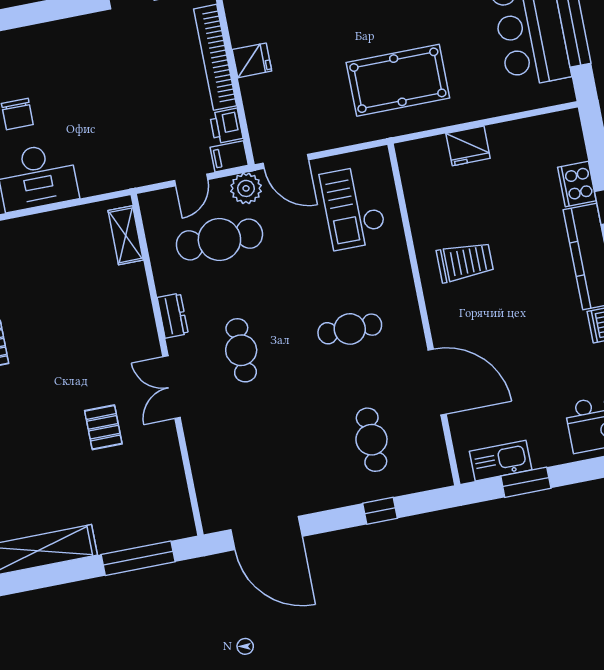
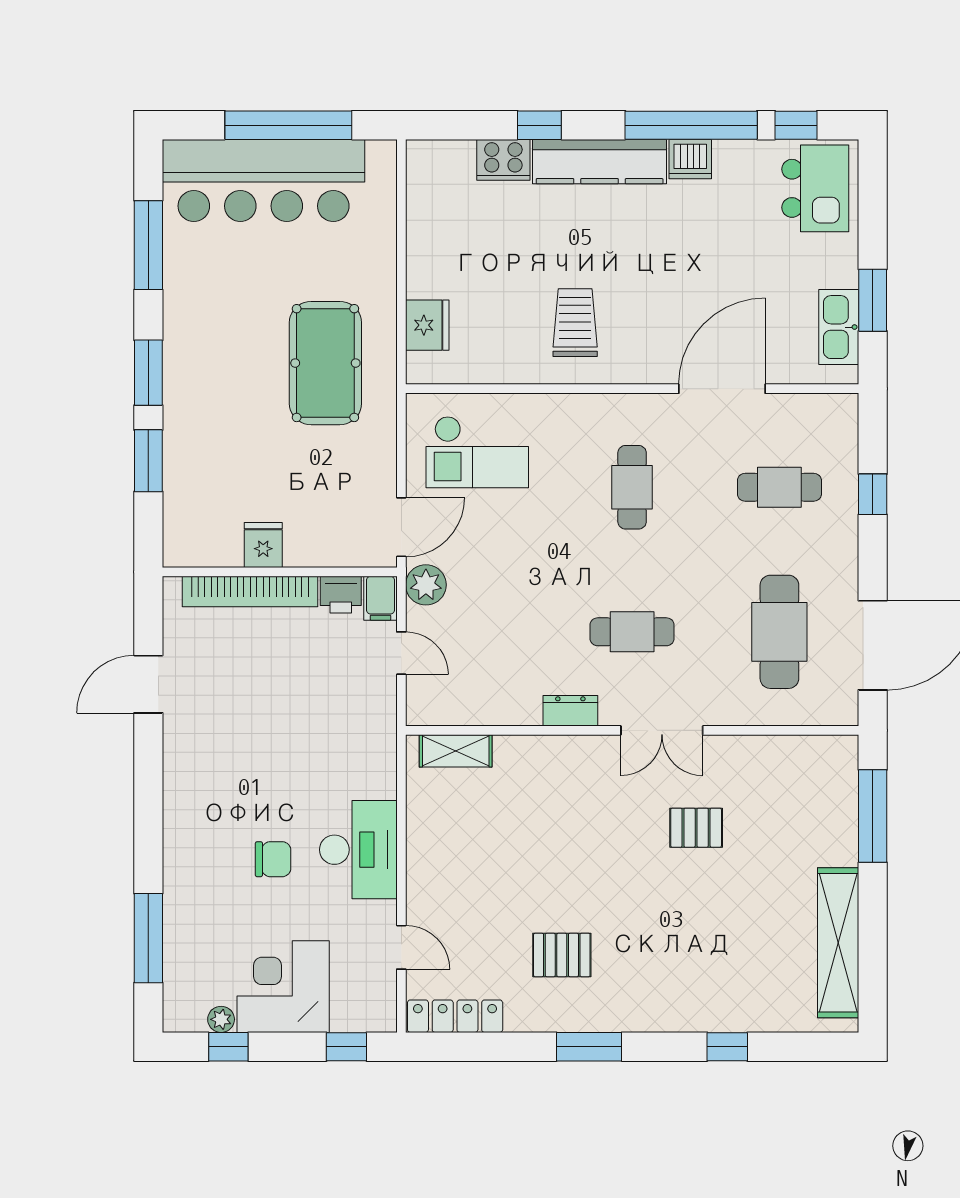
fridge: (468, 146) -> (427, 325), moved
cafe table: (219, 239) -> (779, 632), moved

